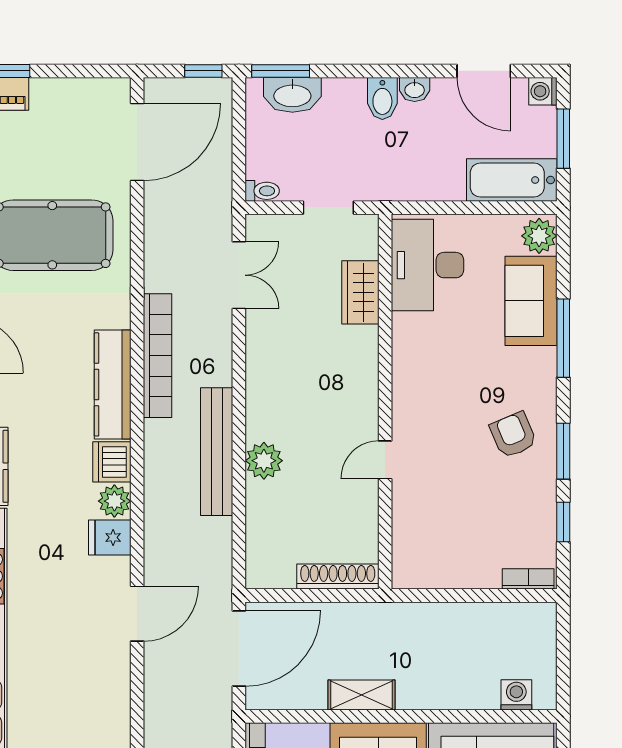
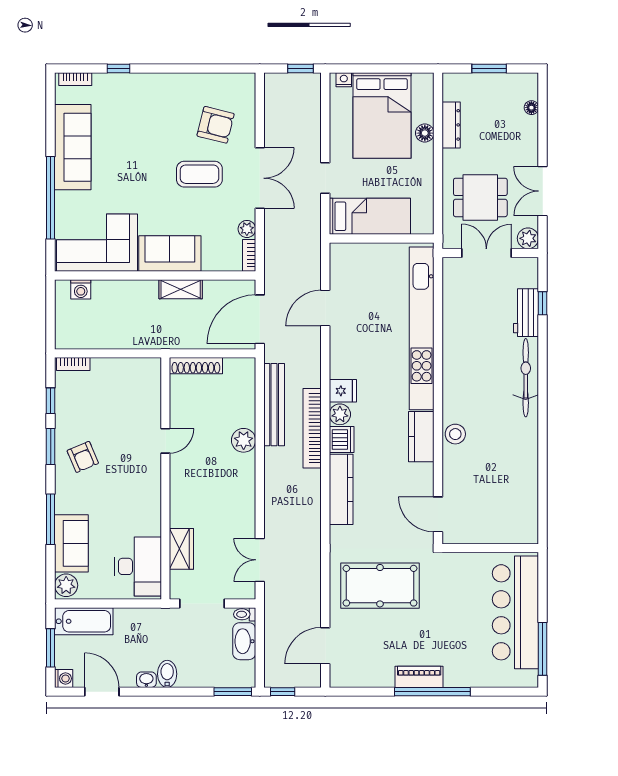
washbasin: (292, 95) -> (244, 641), moved, turned -90
door: (137, 142) -> (325, 646), width x0.73
doorway: (328, 208) -> (202, 603), width x1.38
bookcase: (158, 356) -> (312, 428), moved
bench: (217, 452) -> (274, 405), moved
door: (137, 614) -> (325, 308), moved

